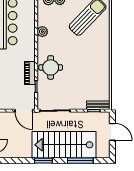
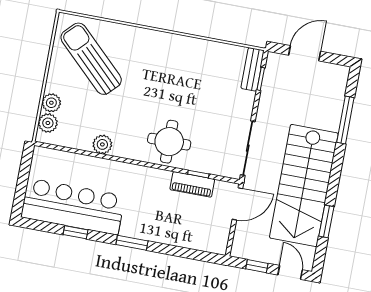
piano: (30, 73) -> (192, 184), moved
stairs: (64, 145) -> (304, 186), moved
window: (43, 161) -> (326, 221), moved

